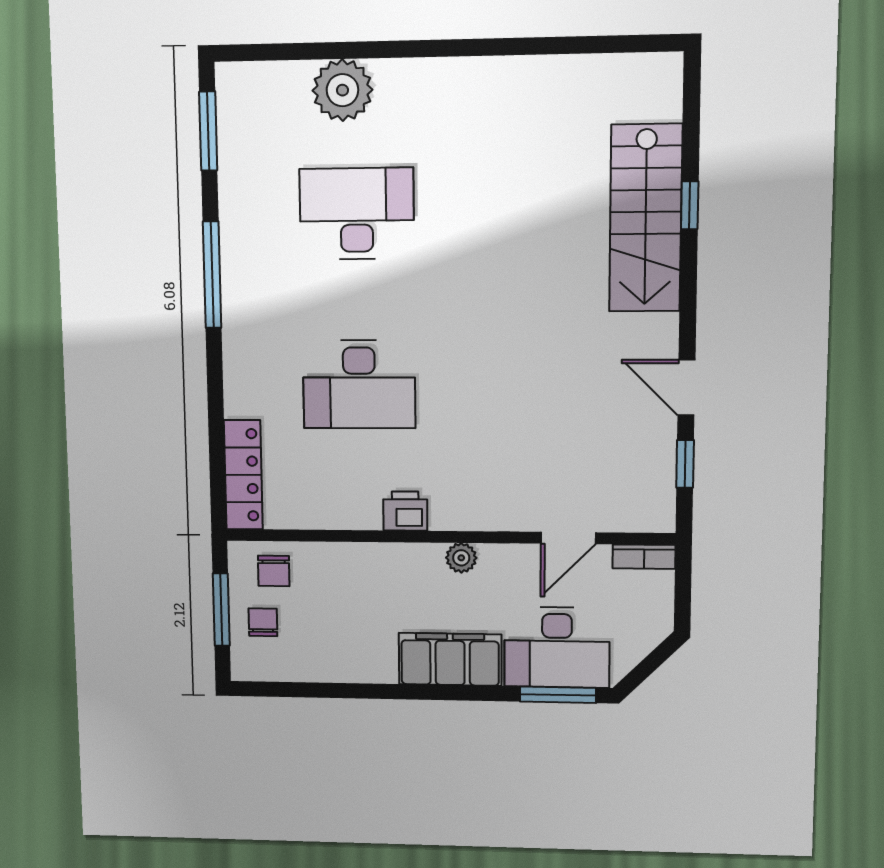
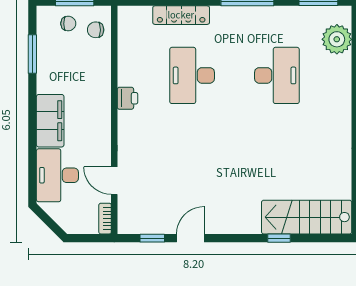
plant: (342, 90) -> (337, 39), moved
stairs: (646, 218) -> (307, 217), moved
locker: (243, 475) -> (181, 15), moved
plant: (461, 558) -> (103, 127), removed
window: (558, 695) -> (32, 54), moved

